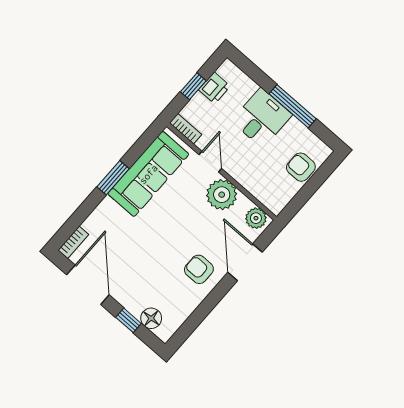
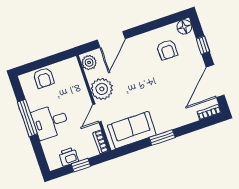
sofa: (148, 174) -> (132, 130), width x0.73
armchair: (199, 269) -> (167, 50), moved
floor lamp: (151, 318) -> (184, 27), moved

